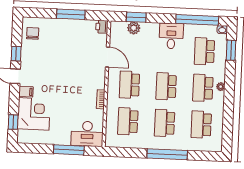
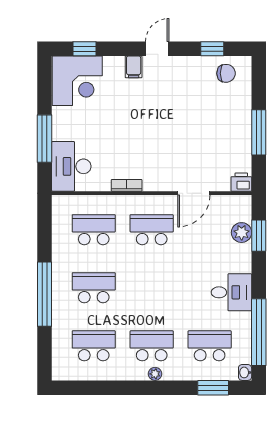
window: (16, 54) -> (212, 49), moved
school desk: (166, 86) -> (152, 288), removed
corner desk: (34, 114) -> (77, 81), moved

